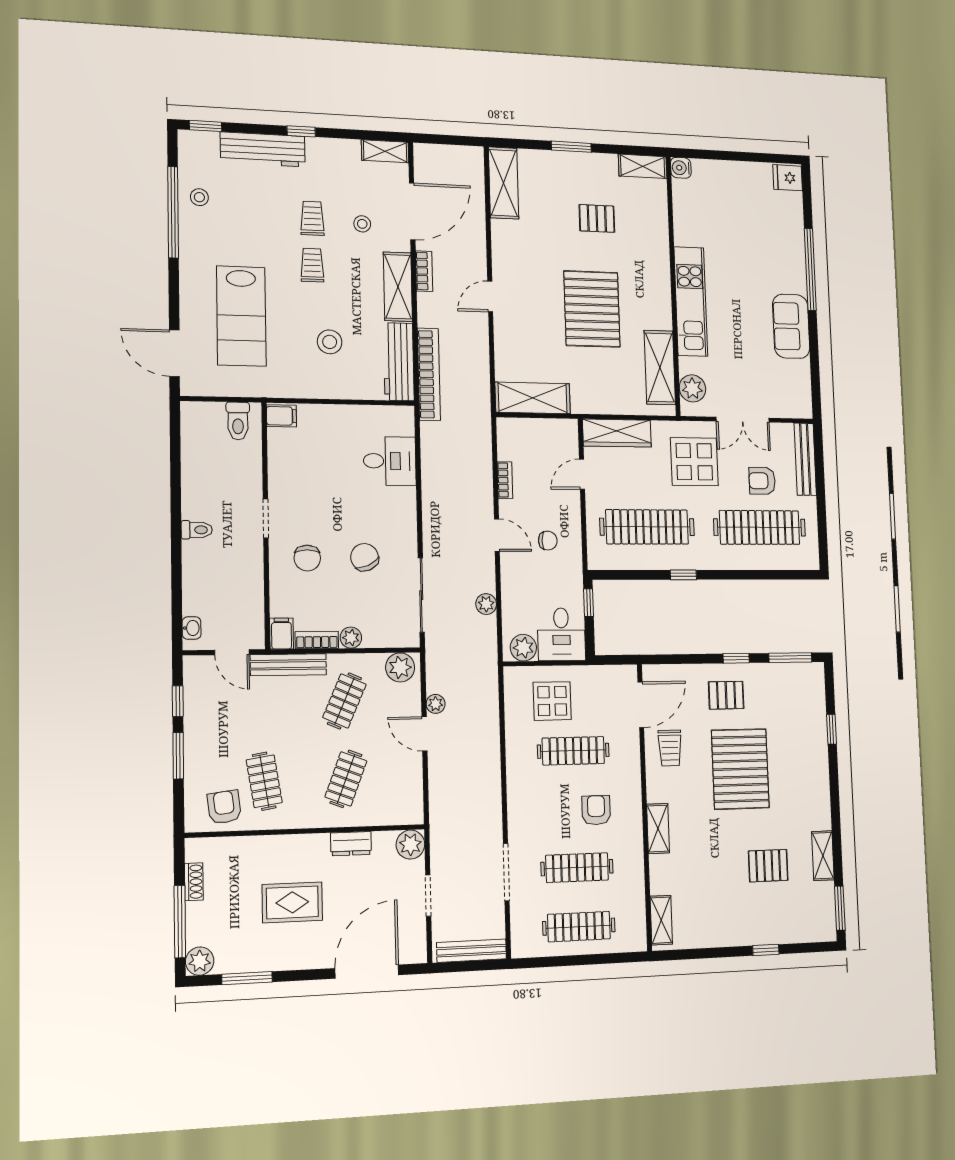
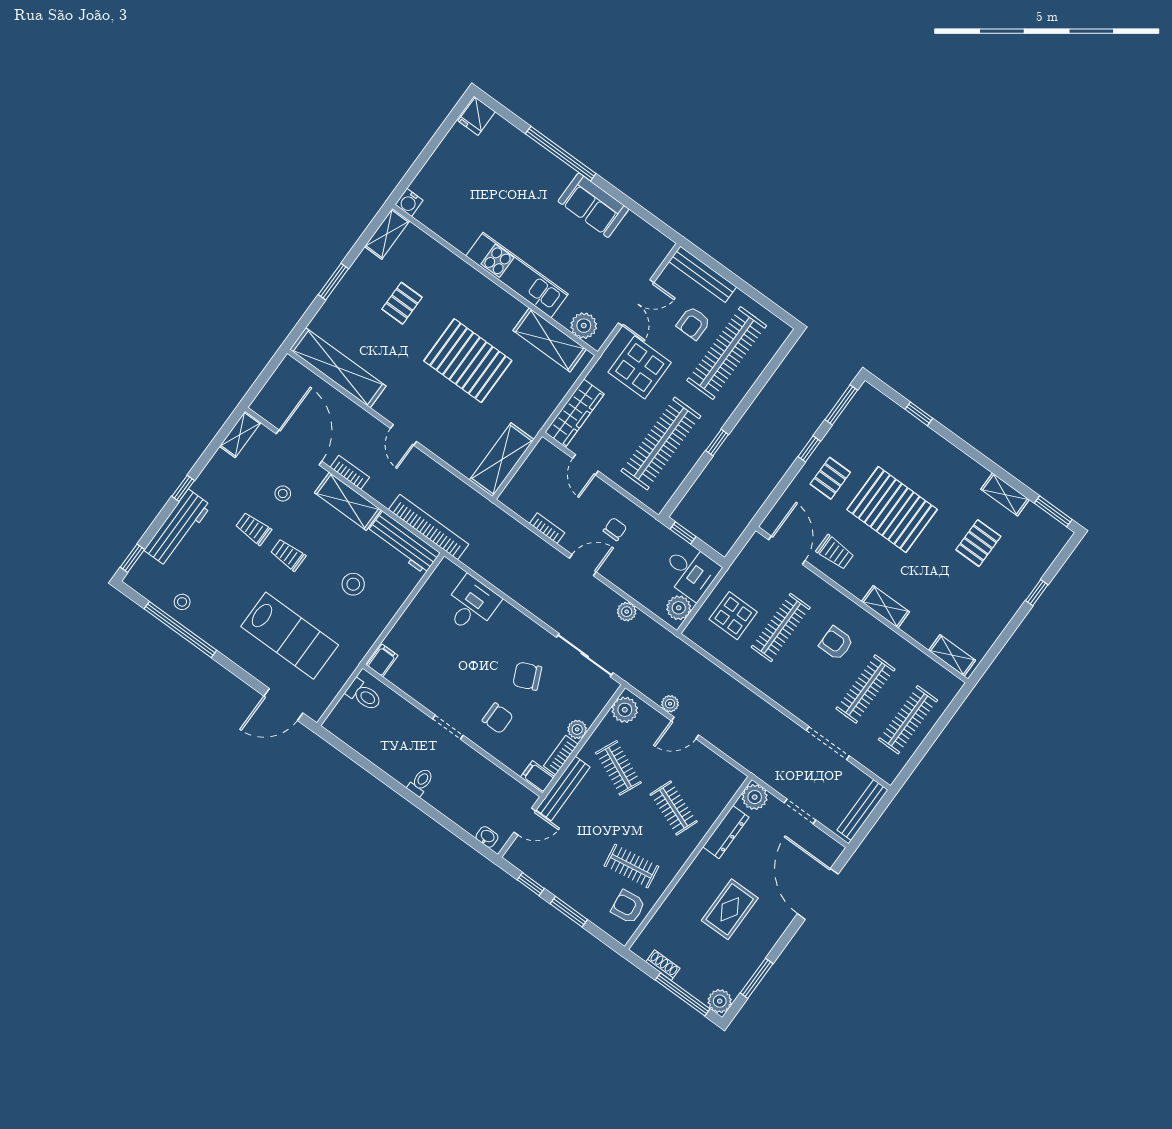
shelving: (504, 183) -> (338, 368), width x1.47
dresser: (351, 844) -> (726, 832), width x1.44

